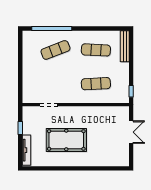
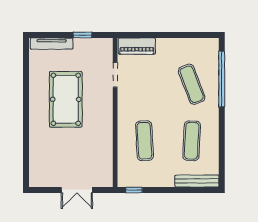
piano: (28, 89) -> (137, 46), added

